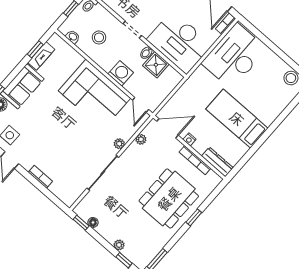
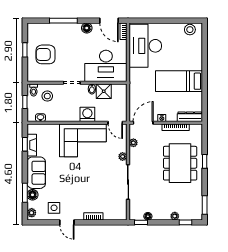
stool: (99, 37) -> (47, 96), moved

